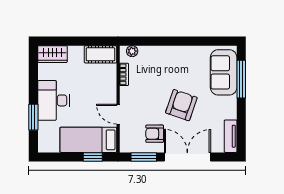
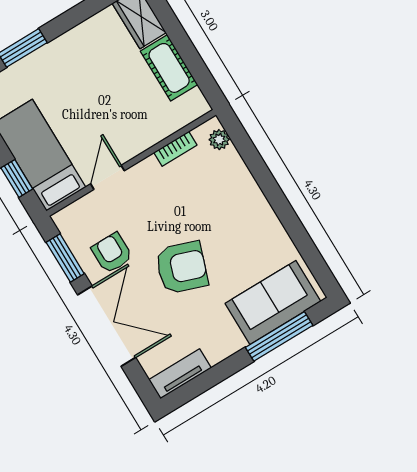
cot: (100, 54) -> (169, 68), moved
desk: (54, 100) -> (68, 64), removed

